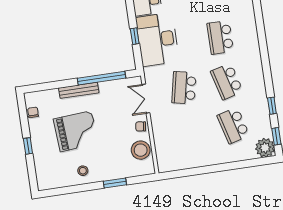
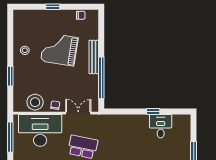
window: (135, 36) -> (153, 111), moved
desk: (157, 39) -> (40, 130), moved
grand piano: (76, 131) -> (59, 49), turned 103
window: (185, 173) -> (10, 137), added

